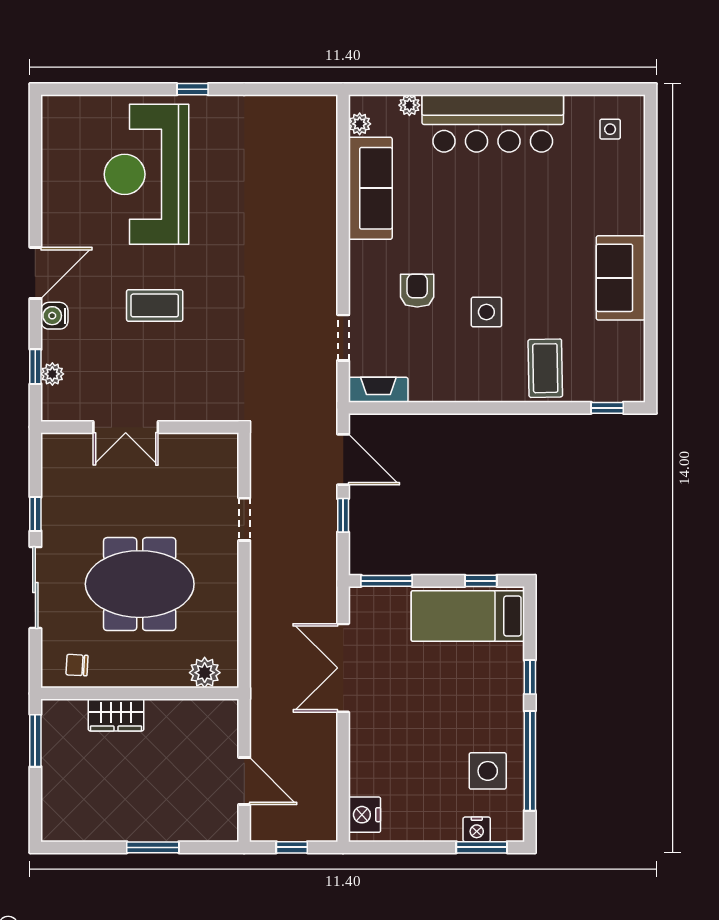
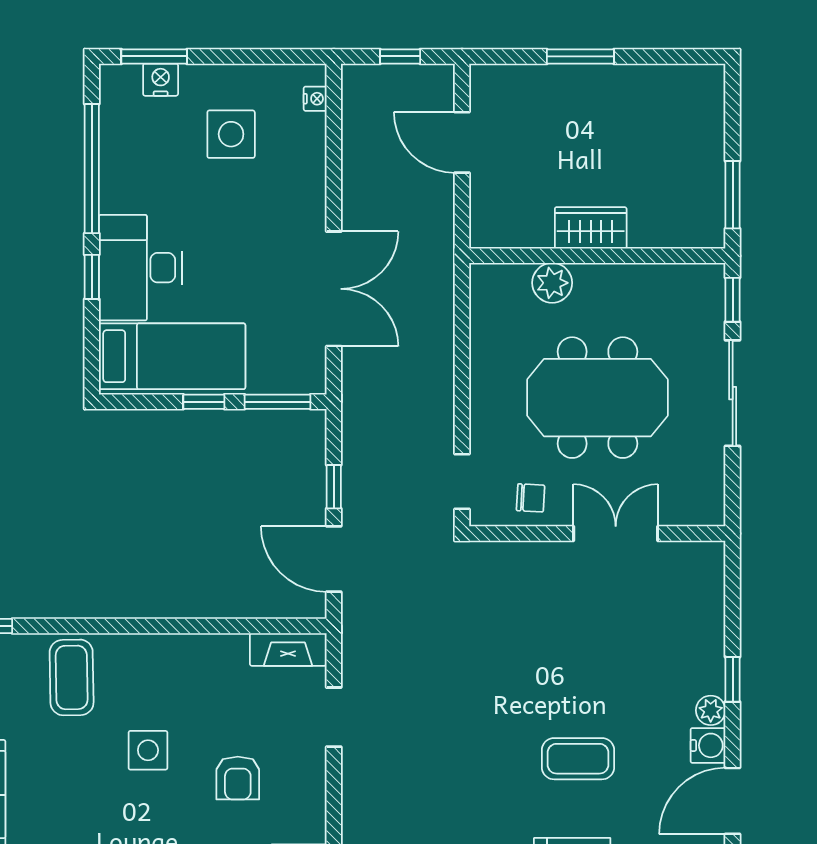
plant: (52, 374) -> (711, 710), moved
double door: (126, 427) -> (616, 534), moved
wall: (140, 427) -> (597, 534), moved
window: (35, 514) -> (733, 300), moved
window: (481, 581) -> (204, 402), moved
chair: (77, 665) -> (531, 498), moved
plant: (205, 673) -> (552, 283), moved
desk: (492, 684) -> (140, 268), added
wardrobe: (116, 715) -> (591, 228), moved
side table: (488, 771) -> (231, 134), moved
nightstand: (364, 815) -> (315, 99), width x0.53, depth x0.56

